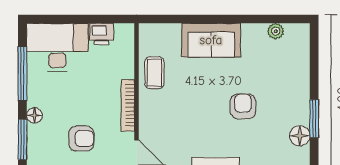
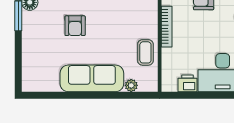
plant: (276, 31) -> (131, 85), moved
sofa: (211, 40) -> (92, 78), width x1.36

